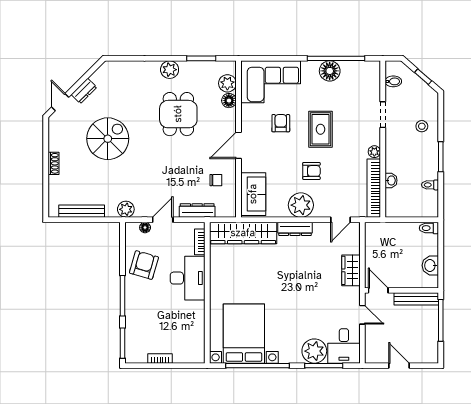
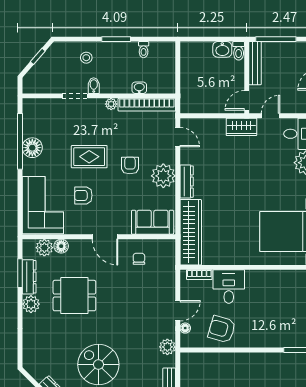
bidet: (393, 81) -> (94, 86), moved
dresser: (197, 211) -> (29, 277), moved, turned 180
door: (163, 220) -> (178, 311), swing flipped
toilet: (429, 228) -> (239, 51), moved
wardrobe: (351, 270) -> (241, 127), moved
desk: (188, 278) -> (229, 287), width x0.73
window: (123, 296) -> (252, 350), removed

